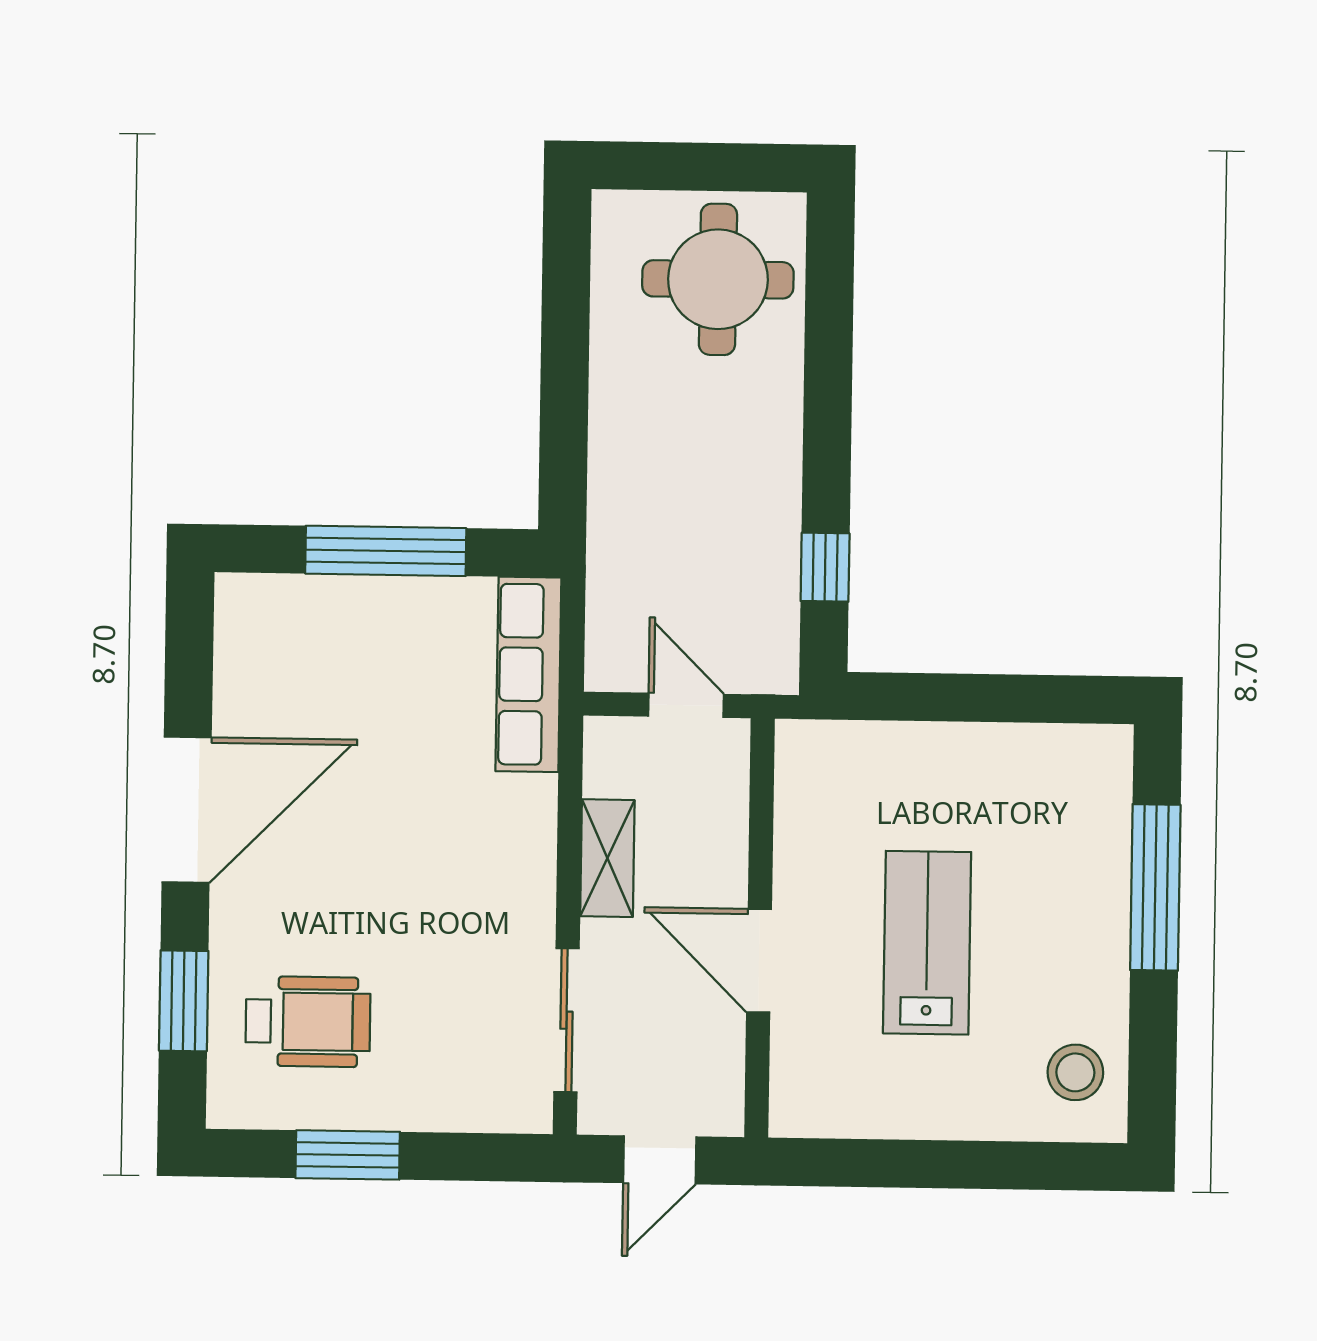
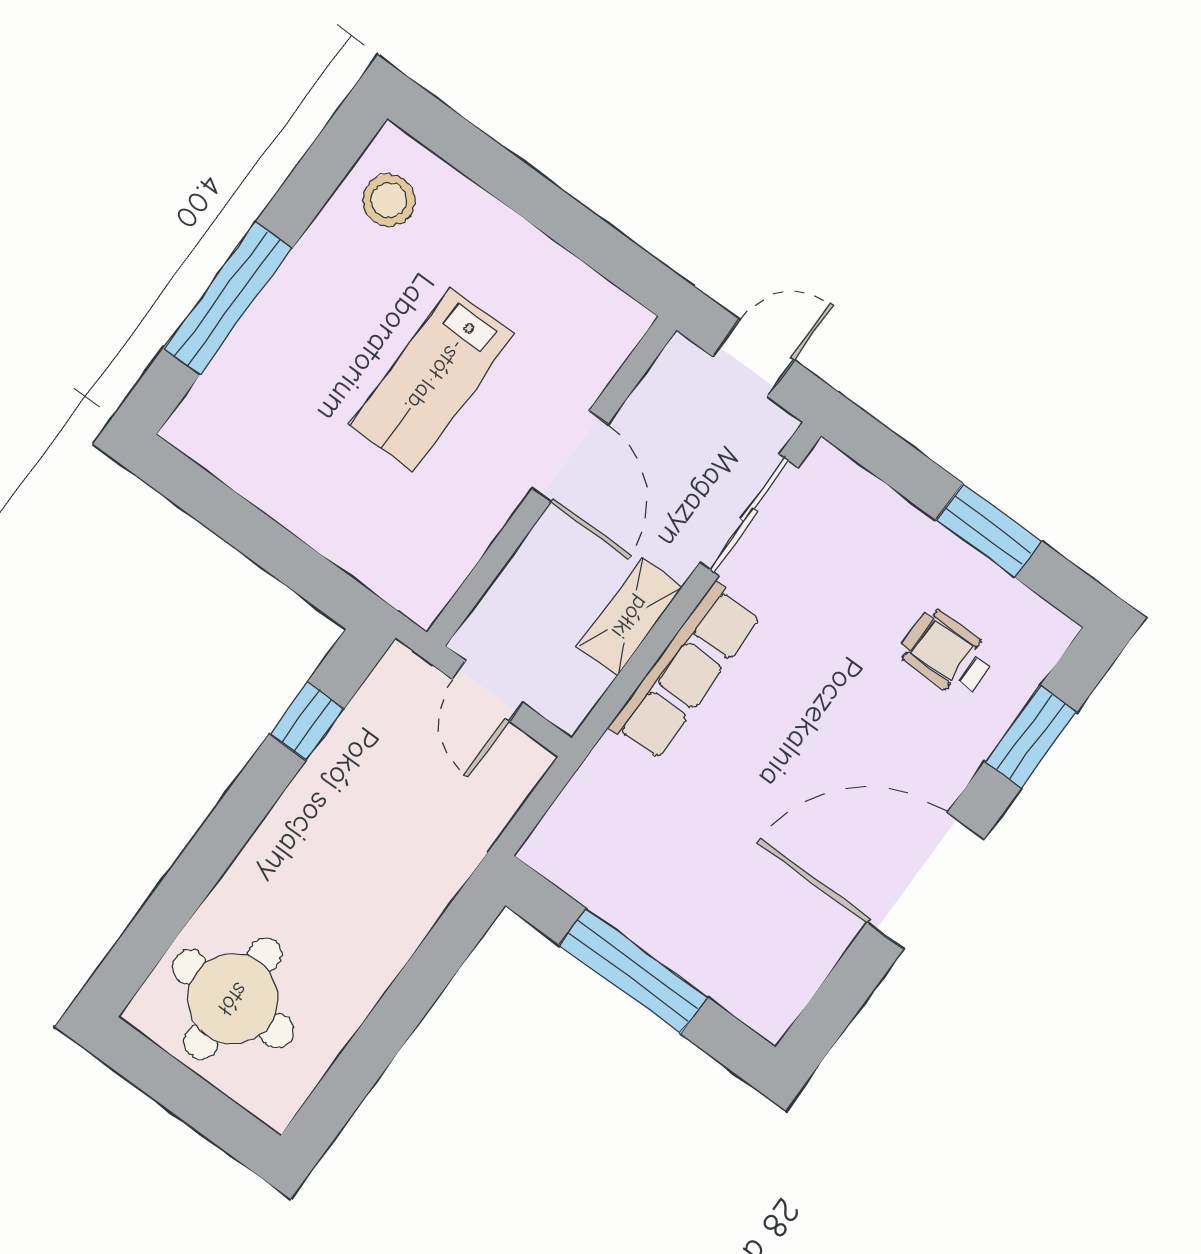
row of seats: (528, 674) -> (685, 671), moved
wheelchair: (308, 1022) -> (947, 654), width x0.73, depth x0.73

